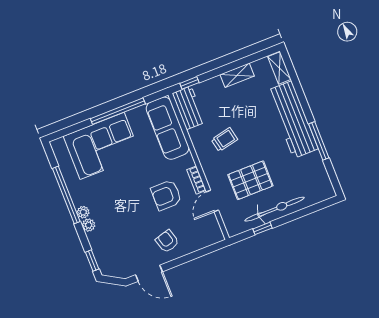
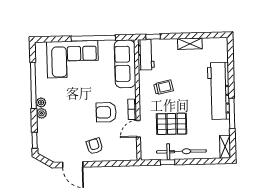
shelving: (279, 68) -> (225, 147), moved

